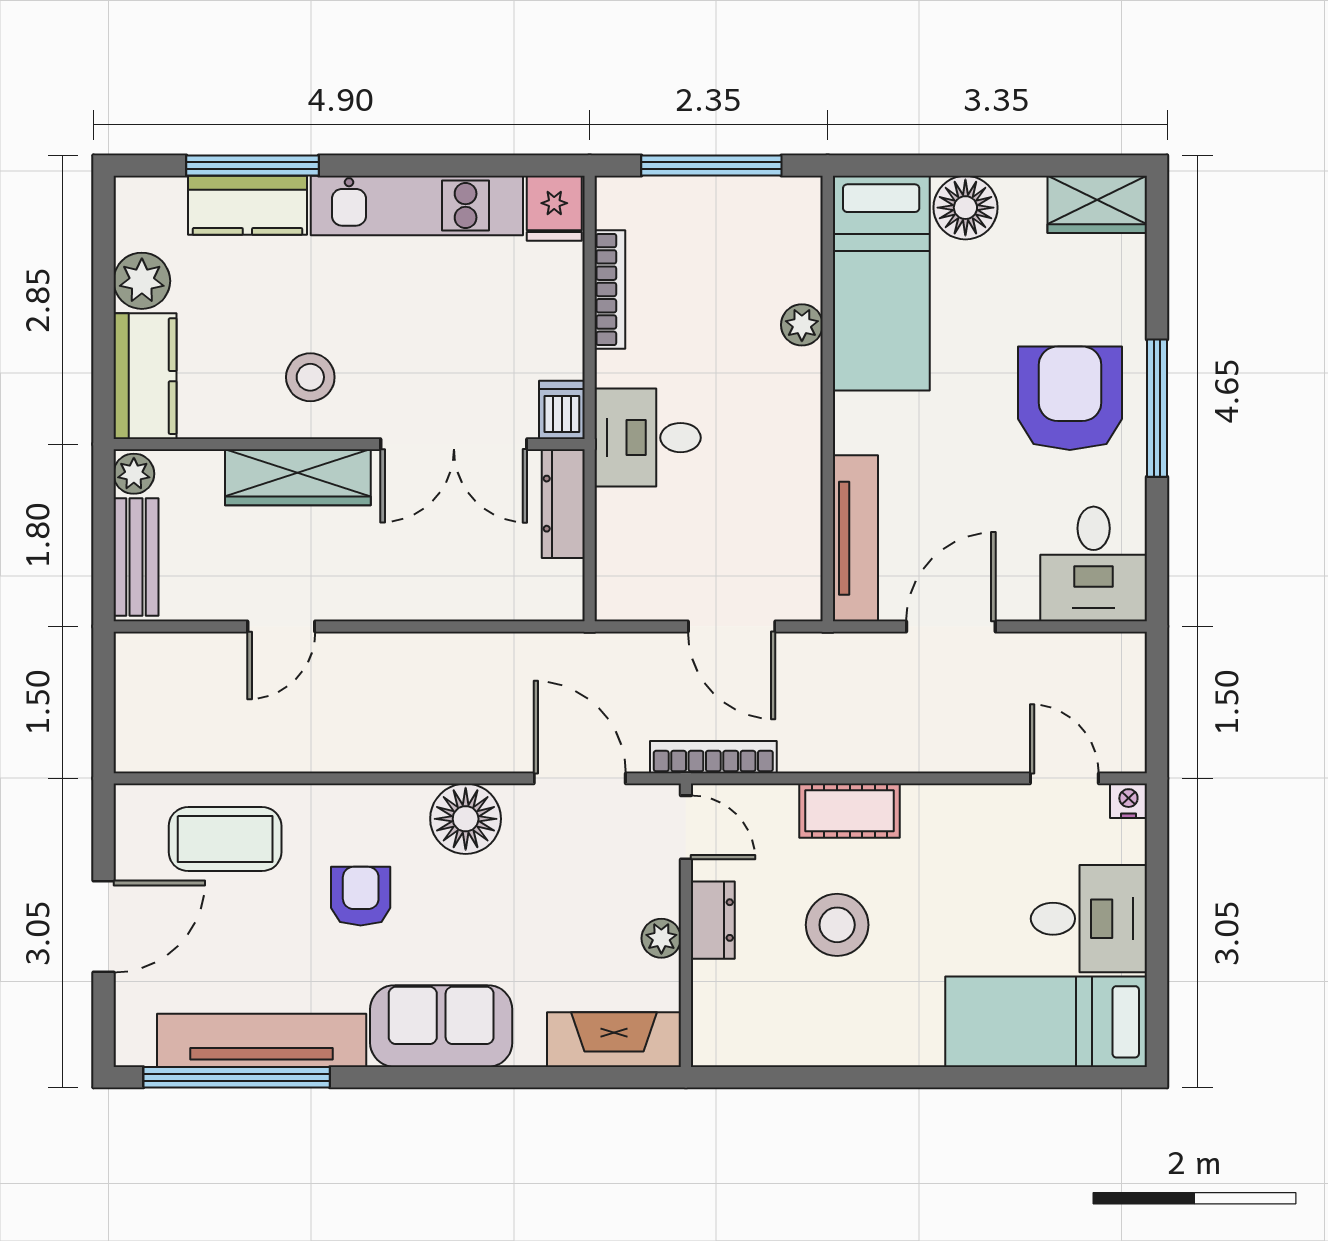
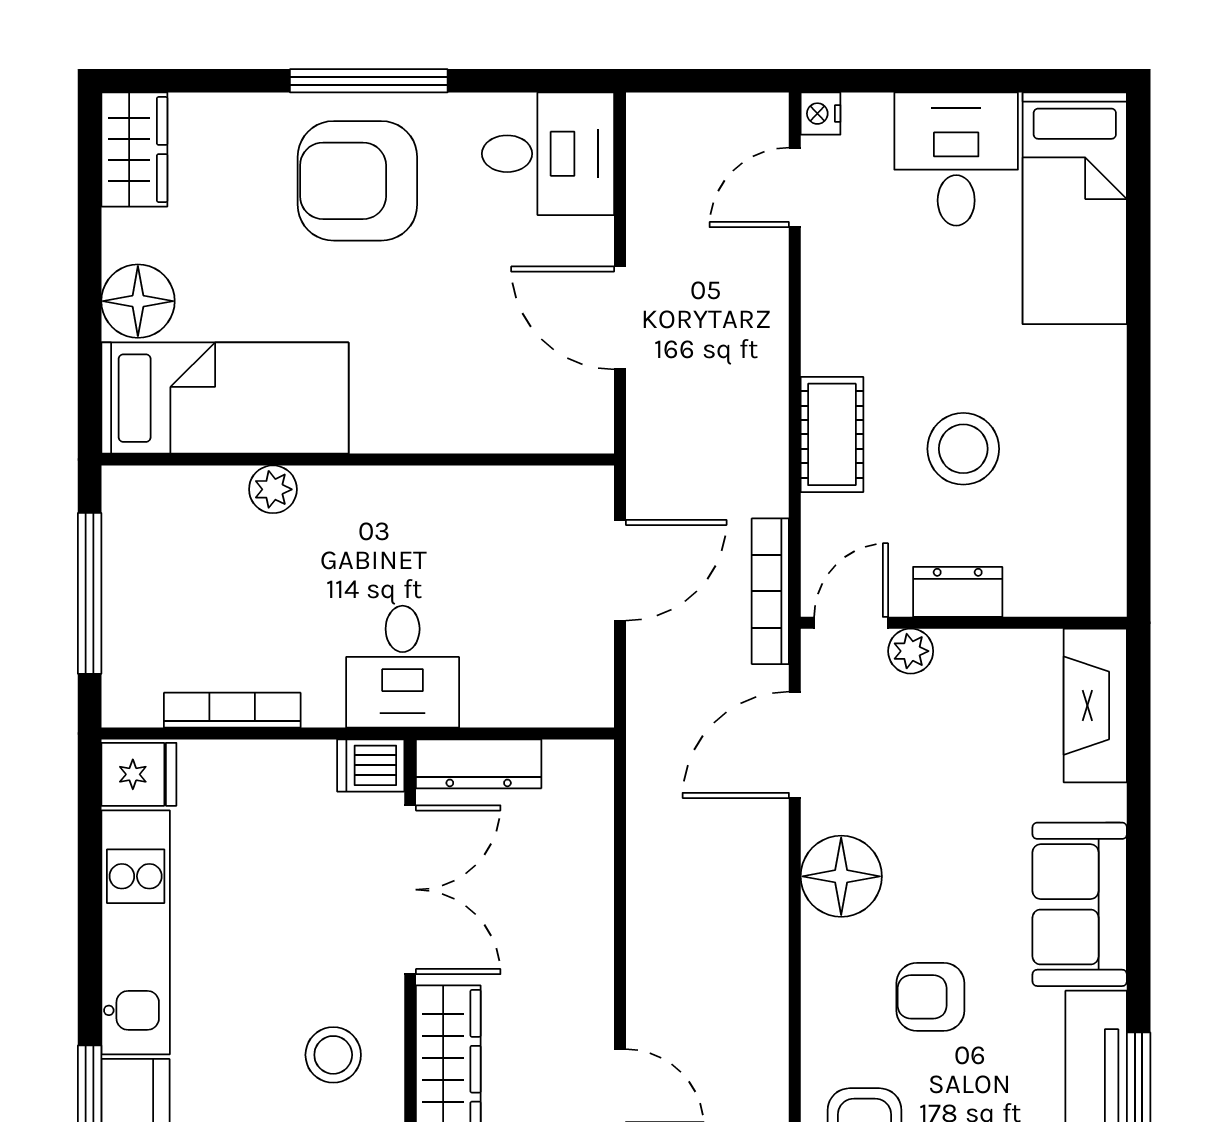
tv unit: (855, 538) -> (518, 428), removed
plant: (661, 938) -> (911, 651), moved

